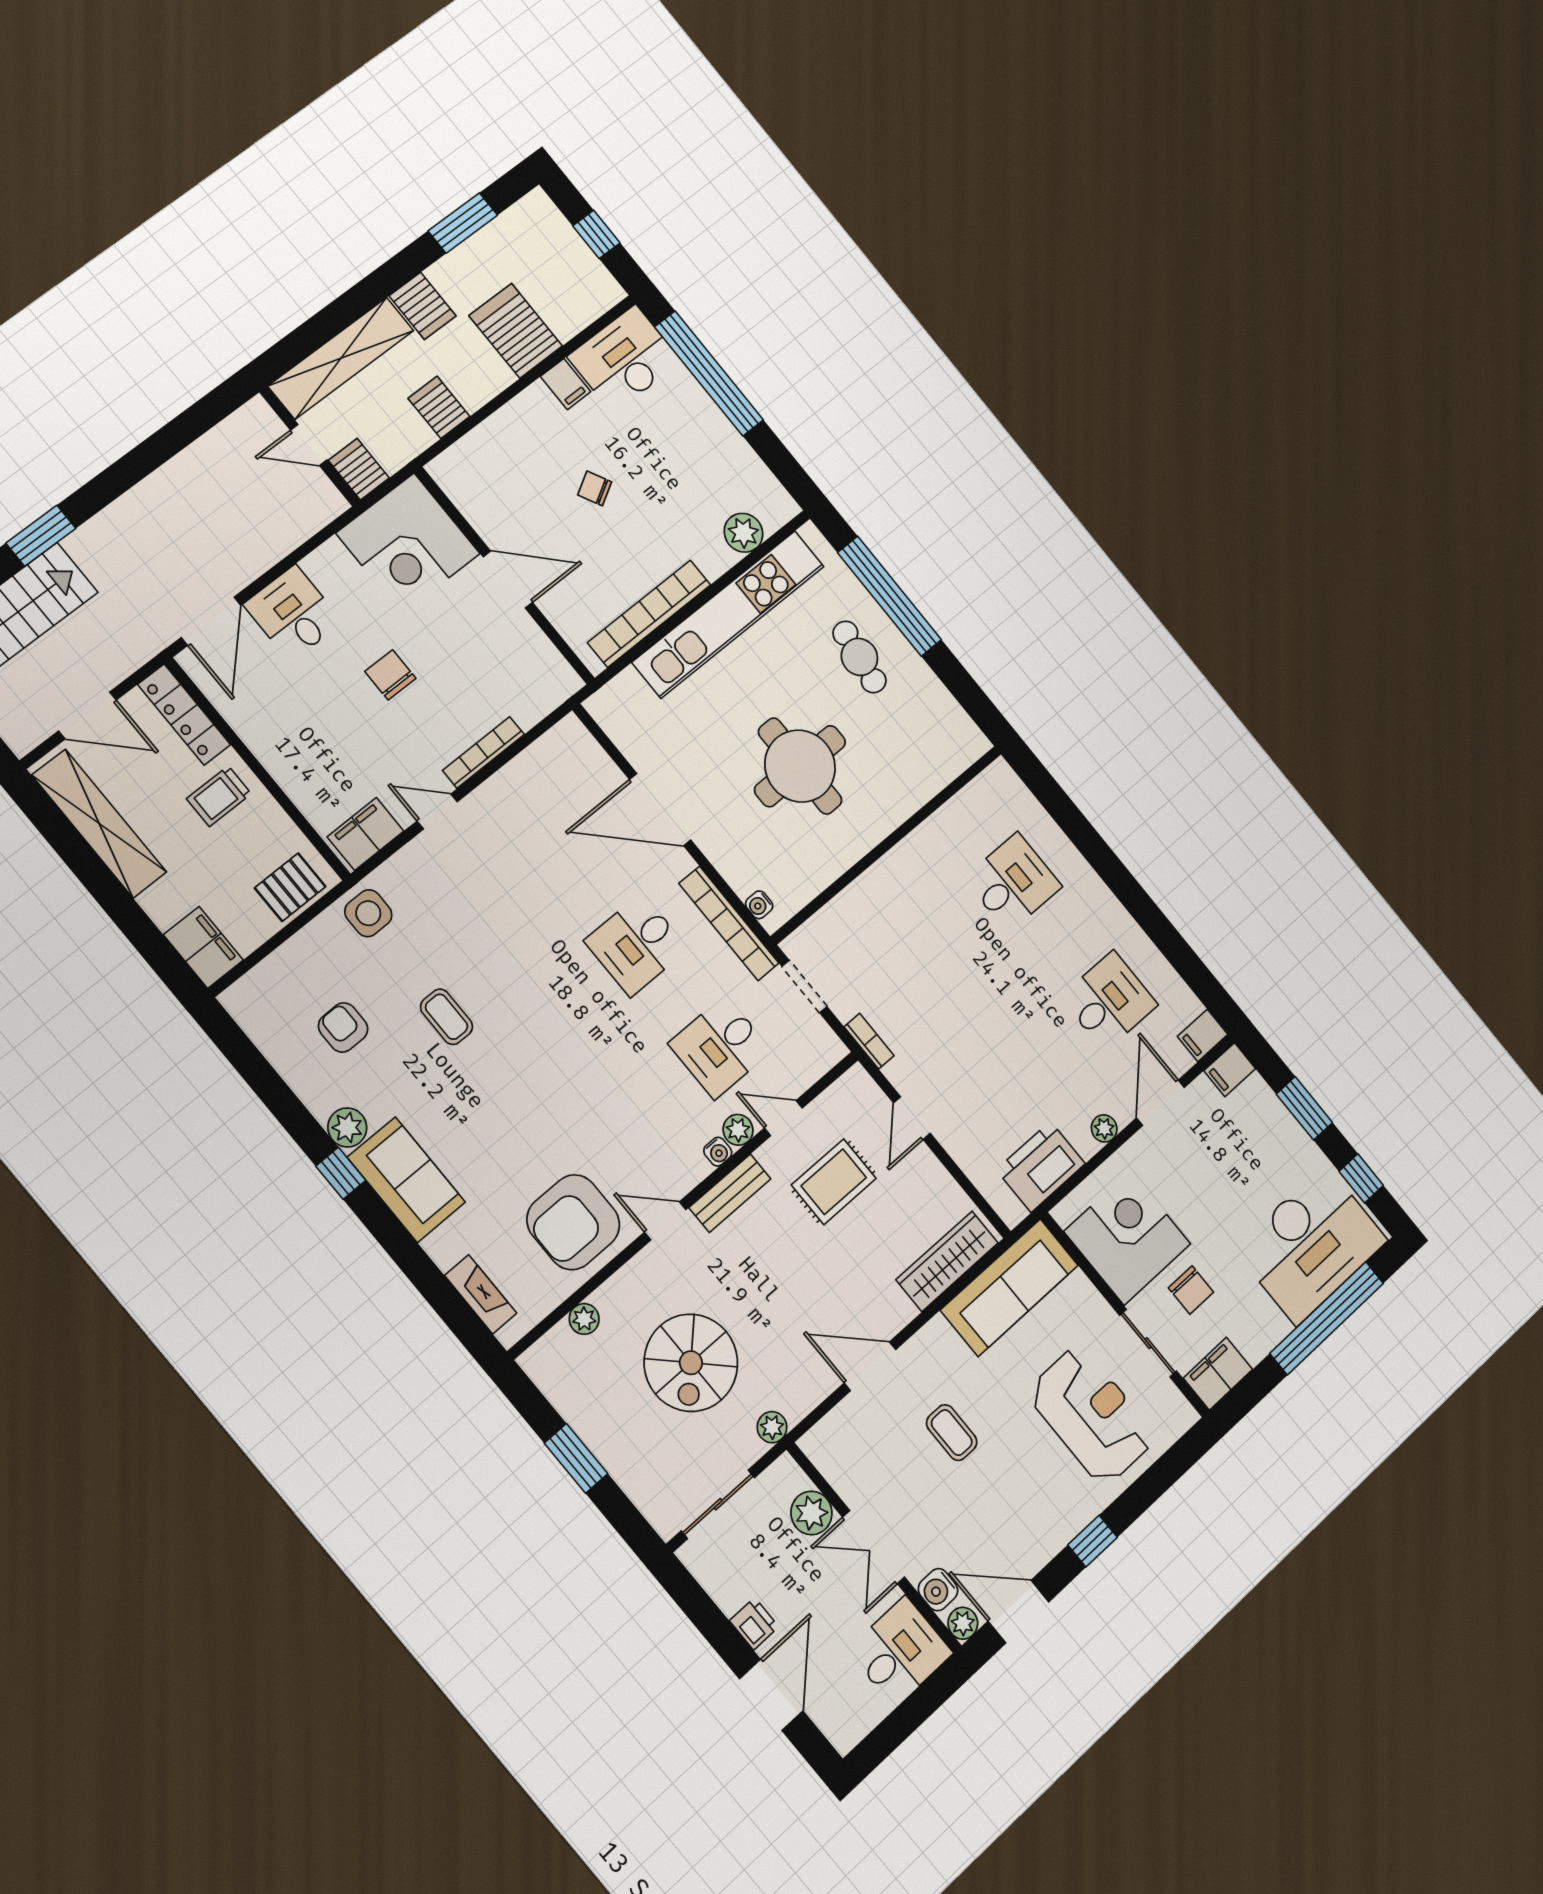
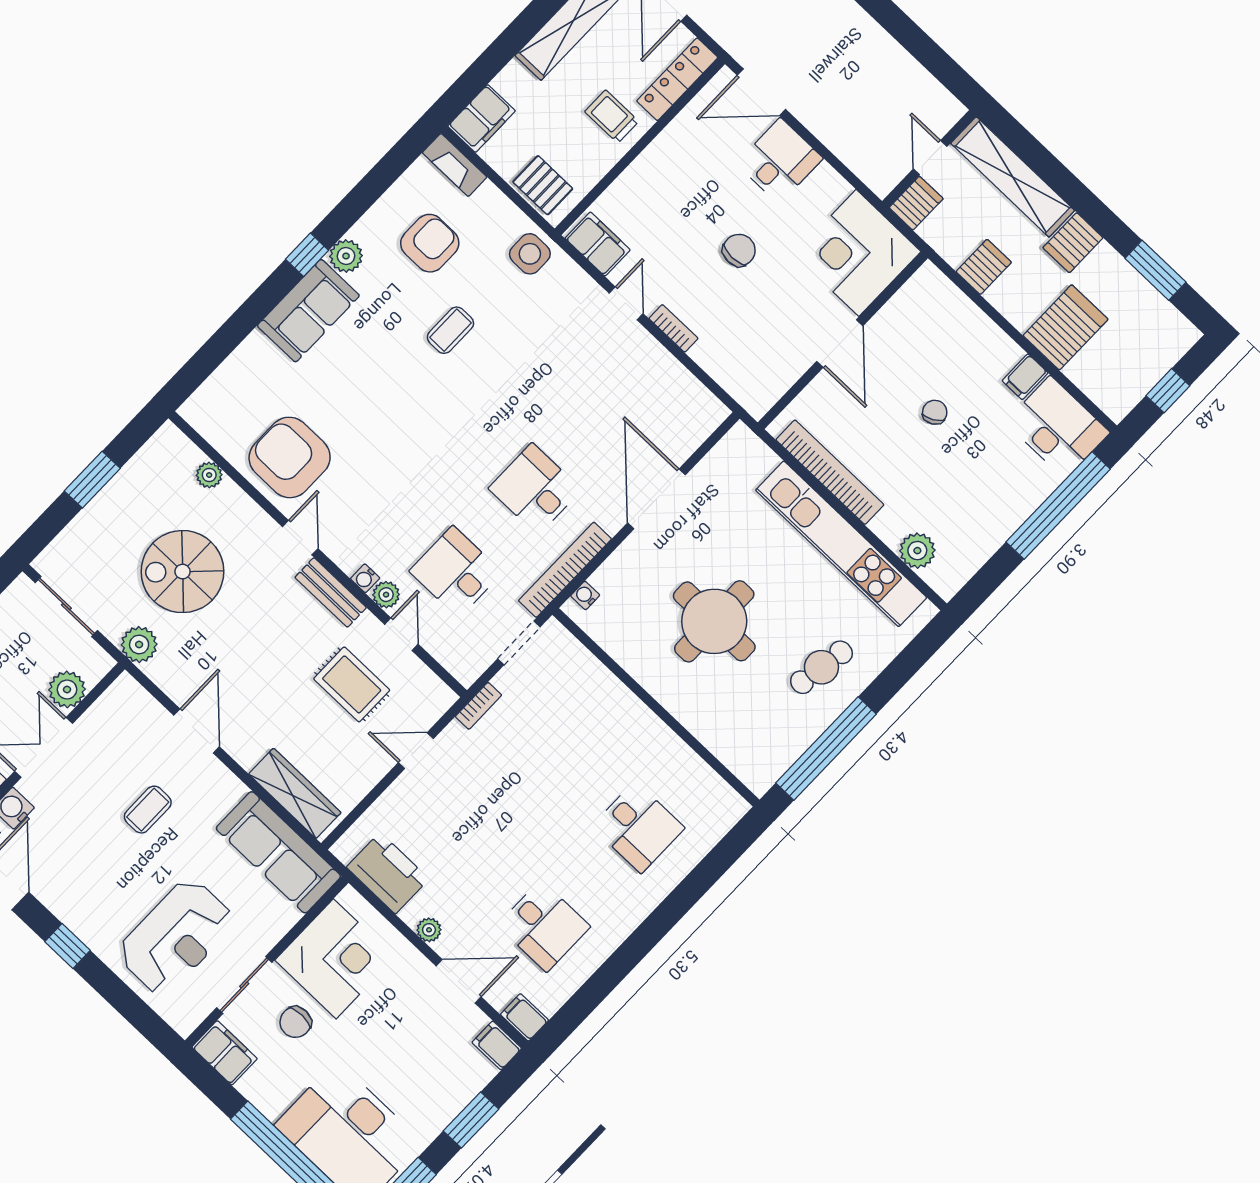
window: (890, 596) -> (826, 749), moved
bookcase: (483, 752) -> (673, 328), width x0.64
armchair: (343, 1027) -> (430, 243), width x1.38, depth x1.38
fireplace: (481, 1294) -> (455, 165), moved, turned 90
plant: (772, 1427) -> (139, 644), width x1.38, depth x1.38

